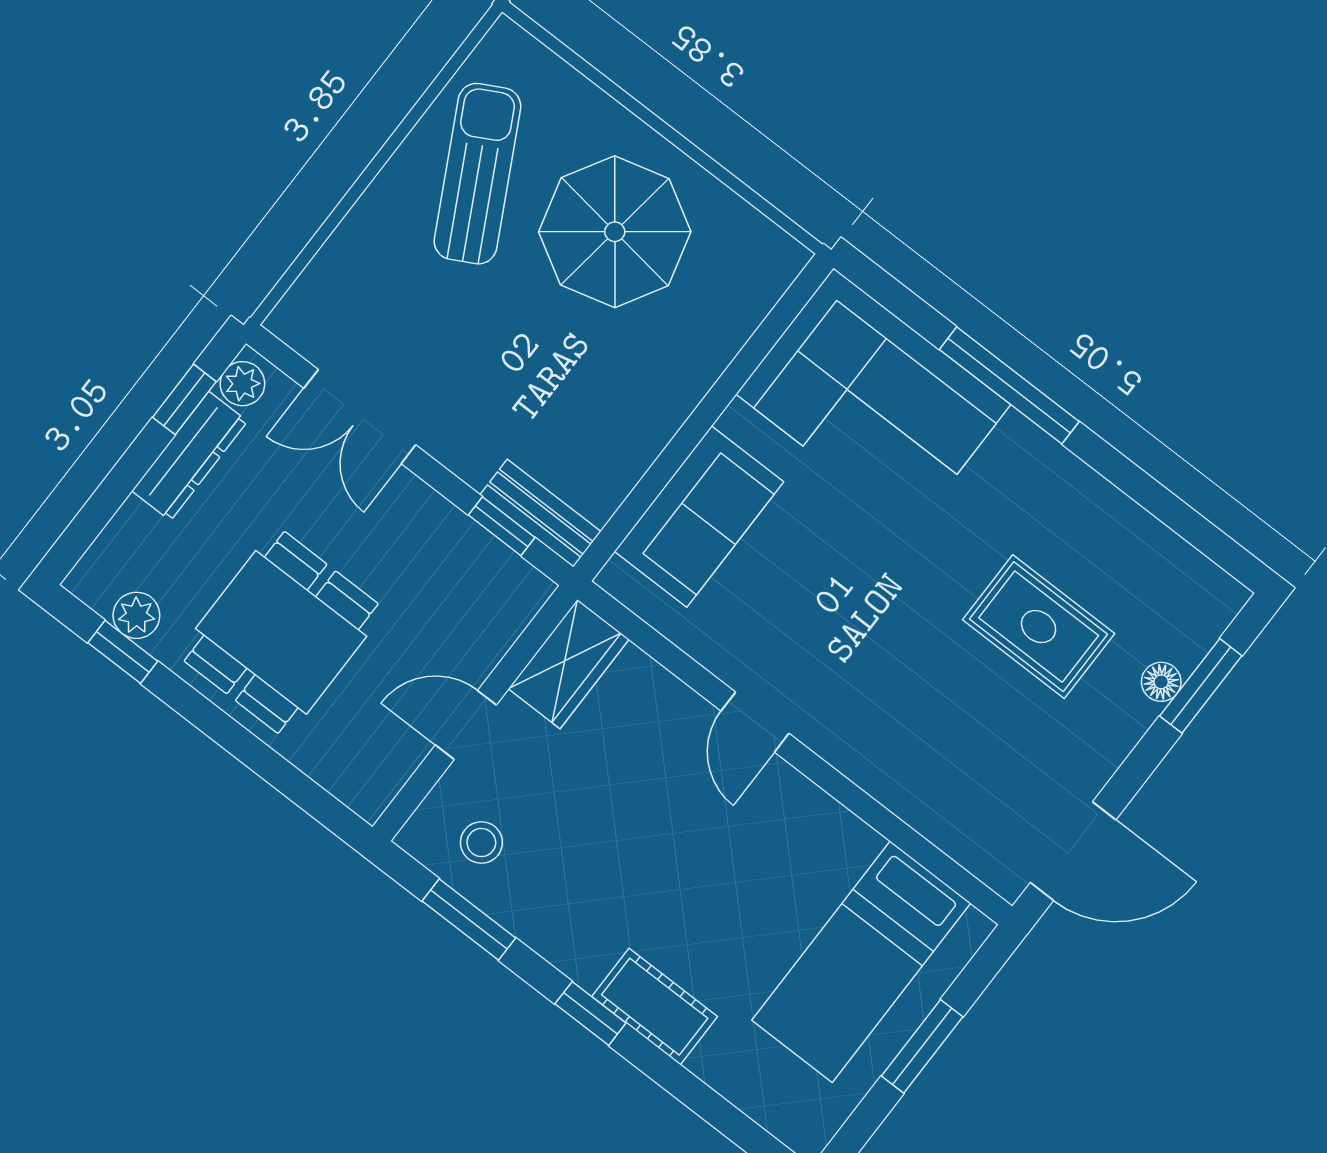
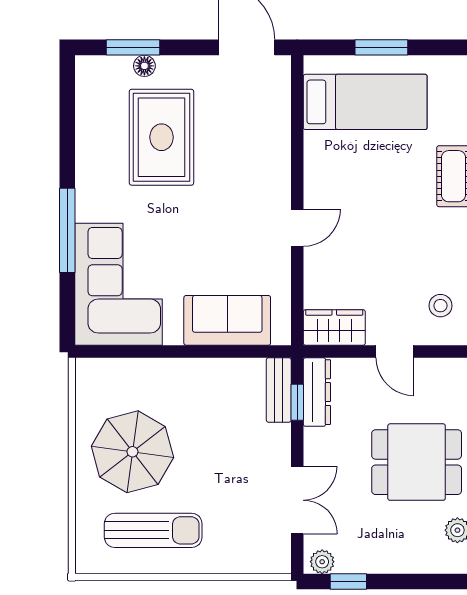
sun lounger: (477, 174) -> (153, 530), turned -152
dresser: (190, 456) -> (317, 392), moved, turned 90
rug: (1039, 627) -> (161, 137), width x1.36, depth x1.43

